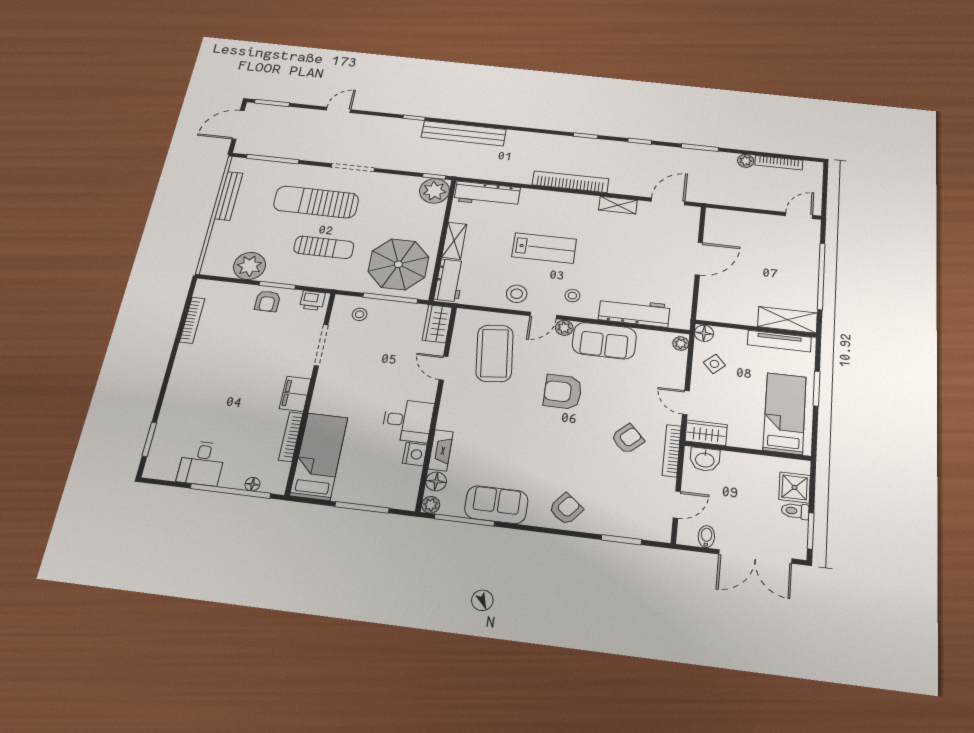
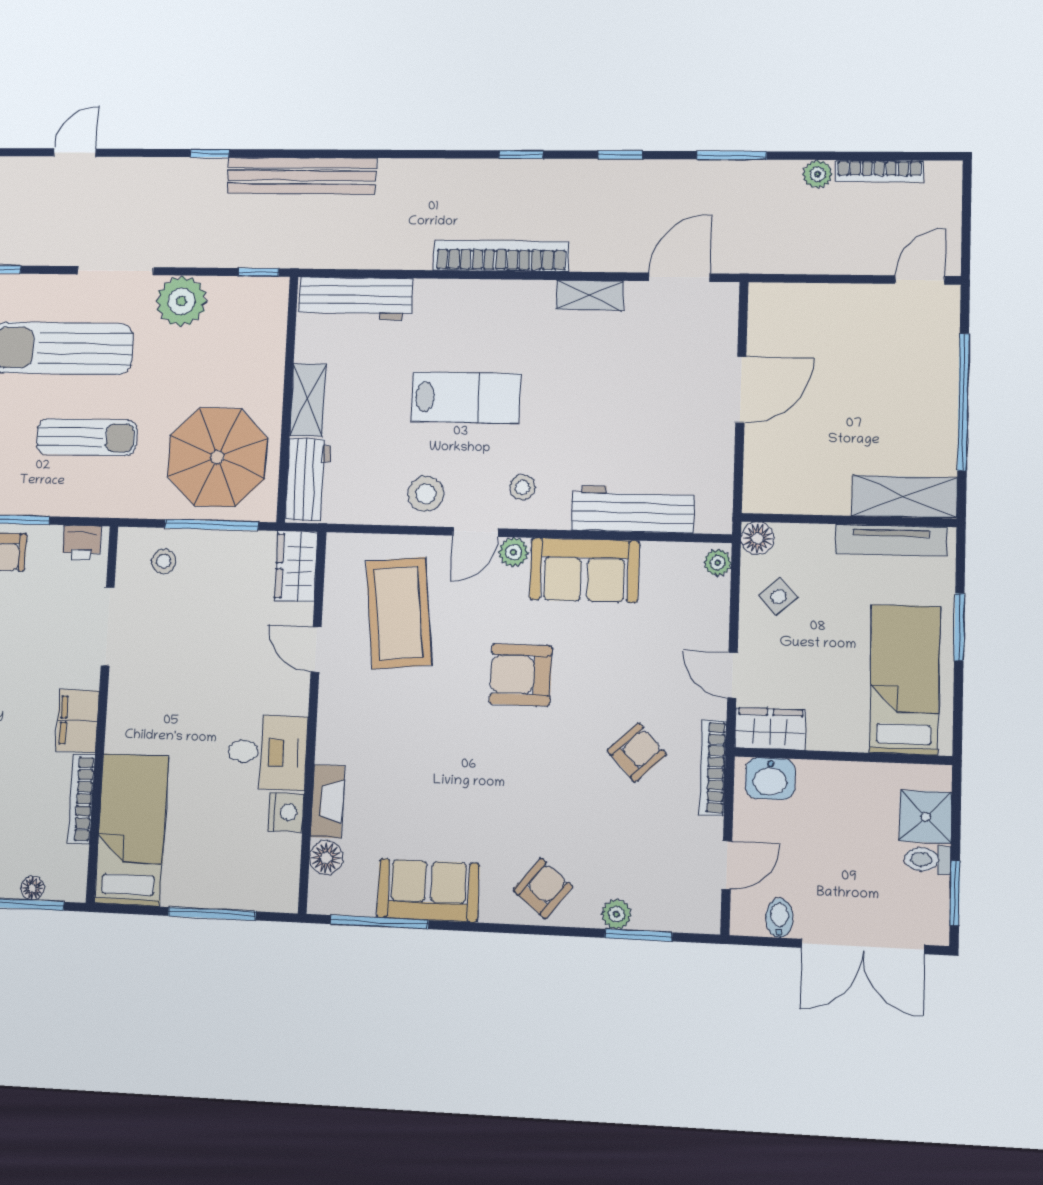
plant: (434, 191) -> (181, 301), moved
plant: (431, 505) -> (616, 914), moved

